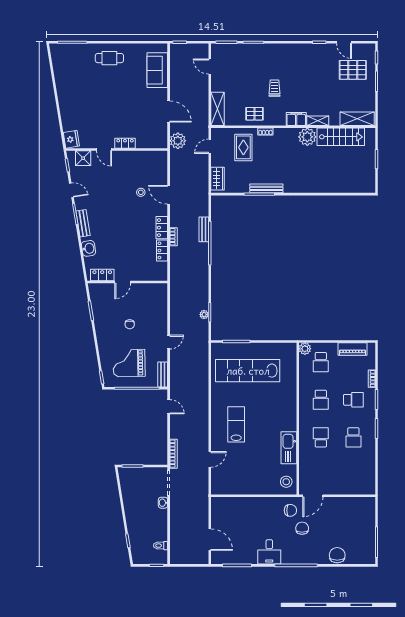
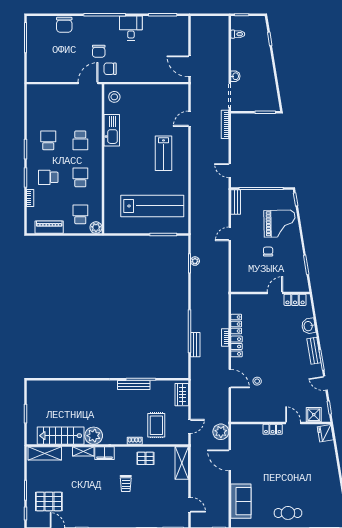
grand piano: (129, 363) -> (280, 224), moved
door: (210, 540) -> (189, 66), moved

